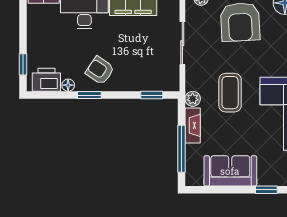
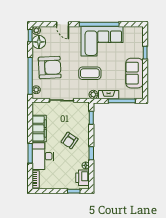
armchair: (100, 70) -> (70, 140), moved

